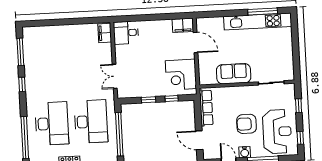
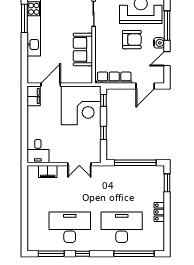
filing cabinet: (105, 33) -> (48, 172), moved
corner desk: (181, 75) -> (81, 105), width x1.36, depth x1.36
window: (172, 98) -> (104, 100), moved
desk: (91, 122) -> (70, 227), moved
armchair: (247, 124) -> (132, 40), turned -90

